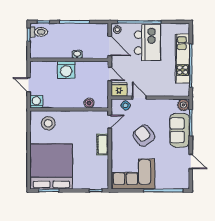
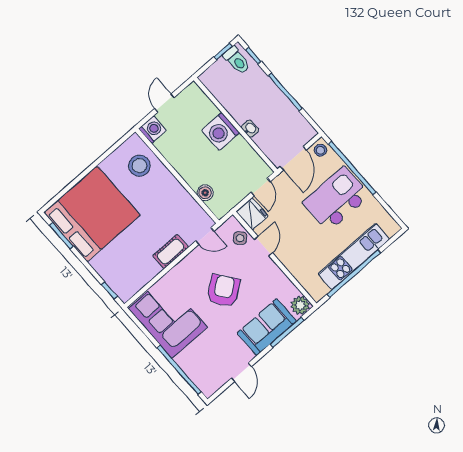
kitchen island: (147, 43) -> (336, 199), turned 180

